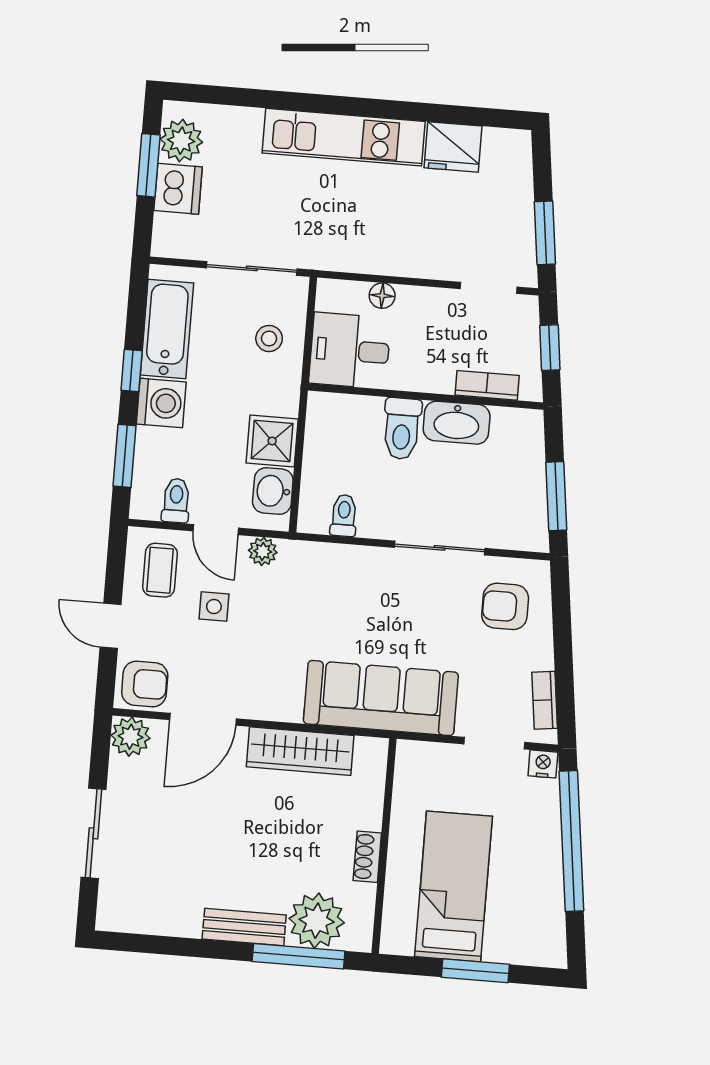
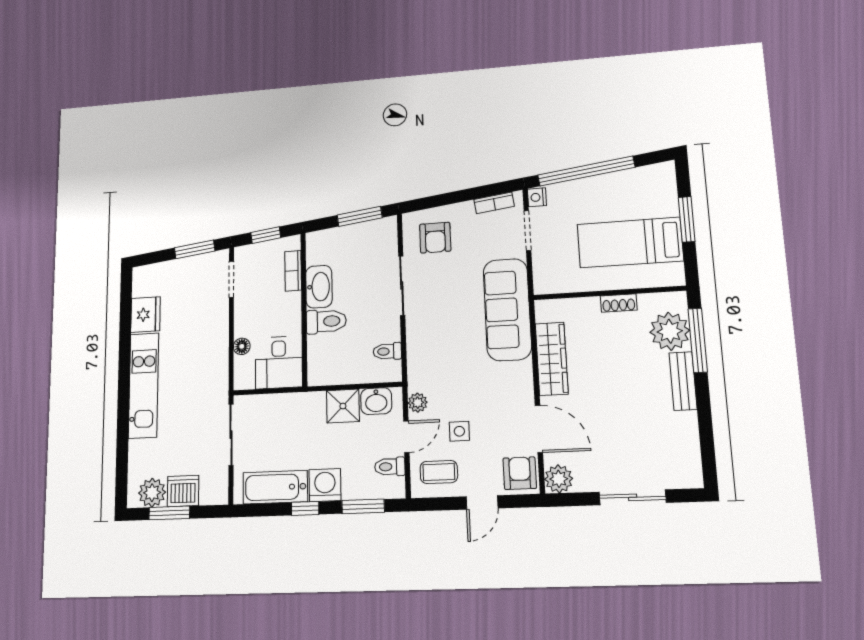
stool: (269, 338) -> (276, 417), removed

